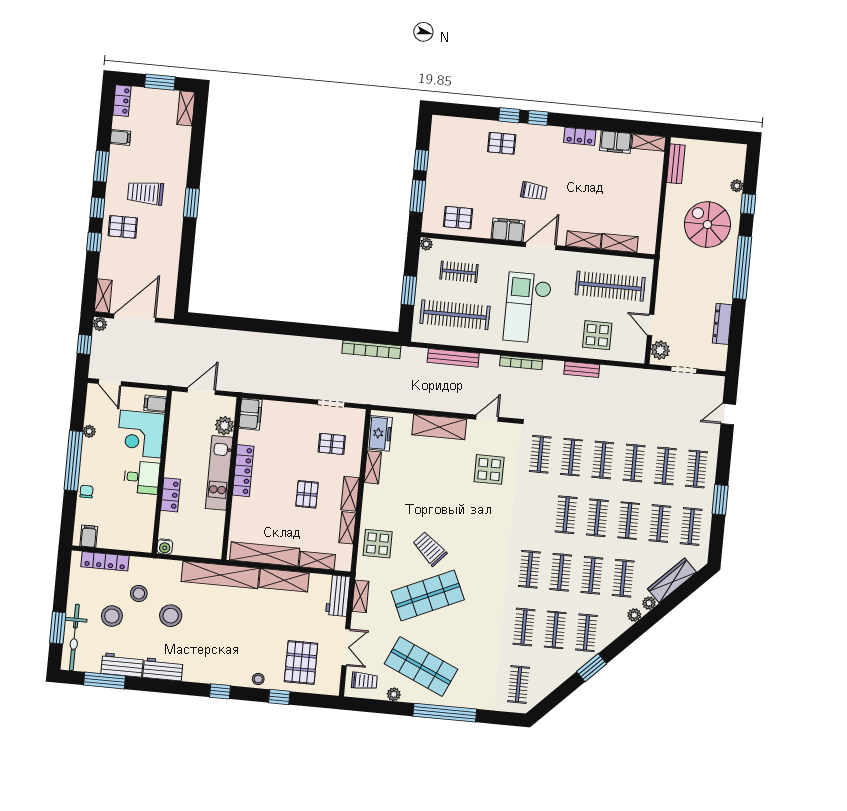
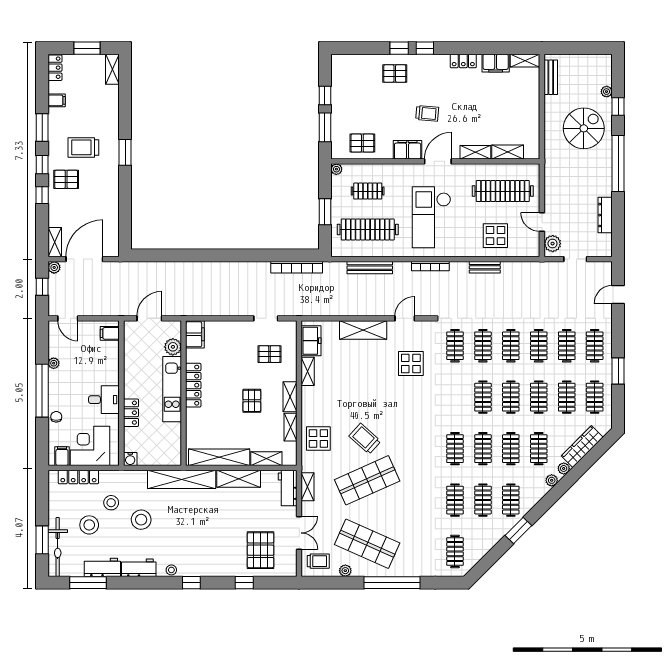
spiral stairs: (707, 225) -> (584, 128), turned 90
corner desk: (141, 434) -> (90, 446), moved, turned 90
stool: (258, 679) -> (171, 570), moved

